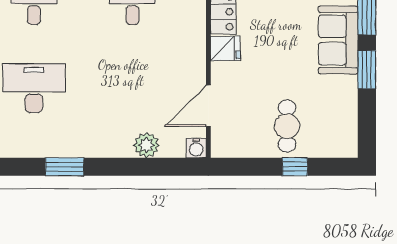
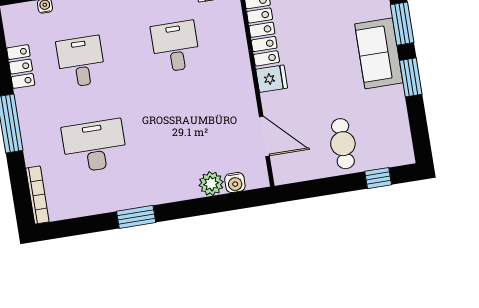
door: (208, 106) -> (264, 136), swing flipped
water cooler: (196, 148) -> (235, 183), moved
window: (295, 167) -> (378, 178), moved

